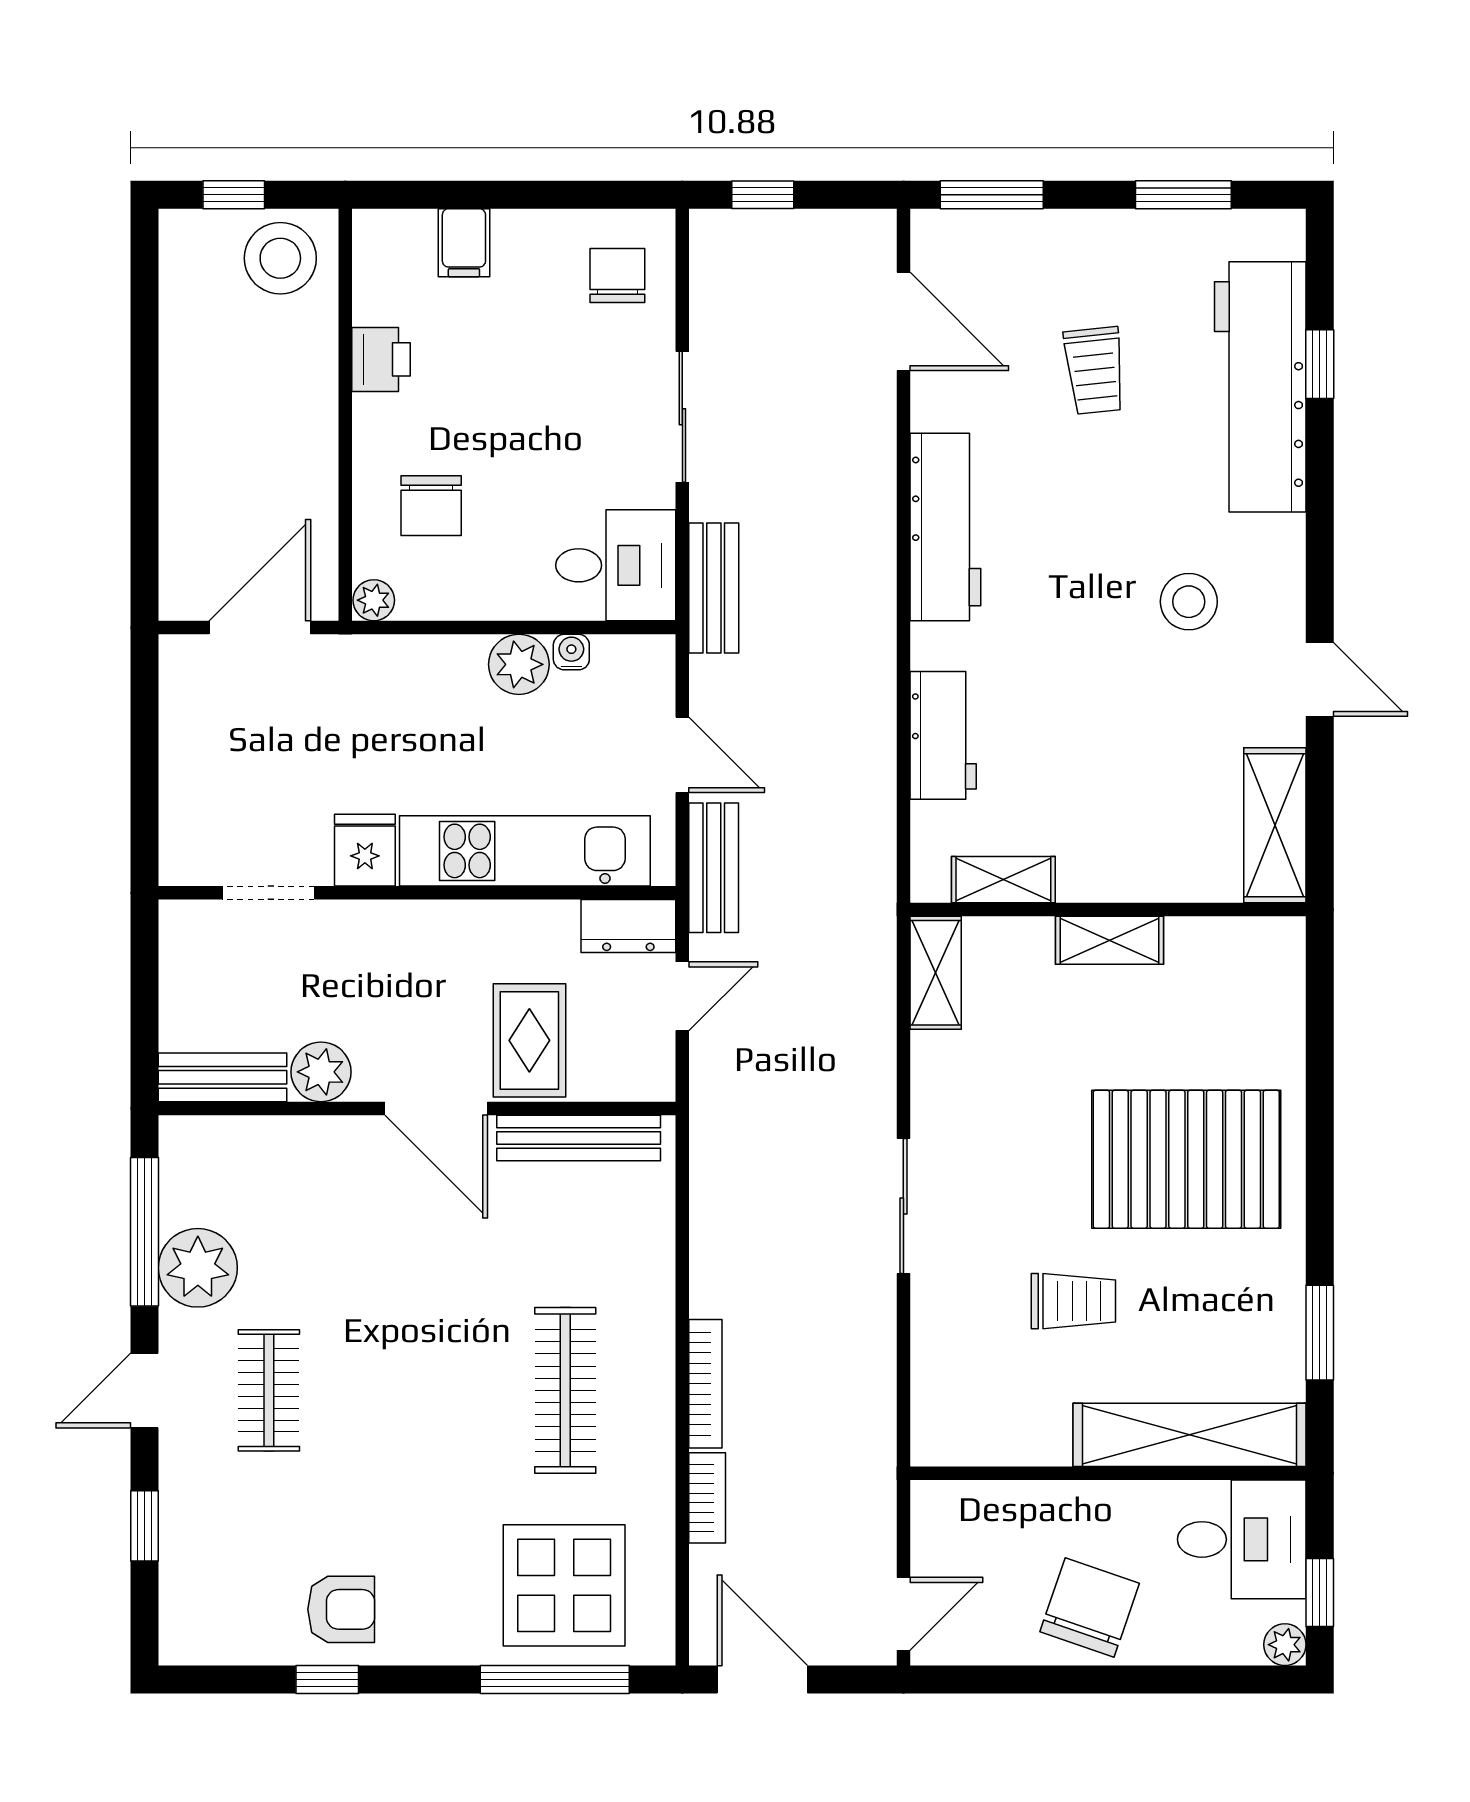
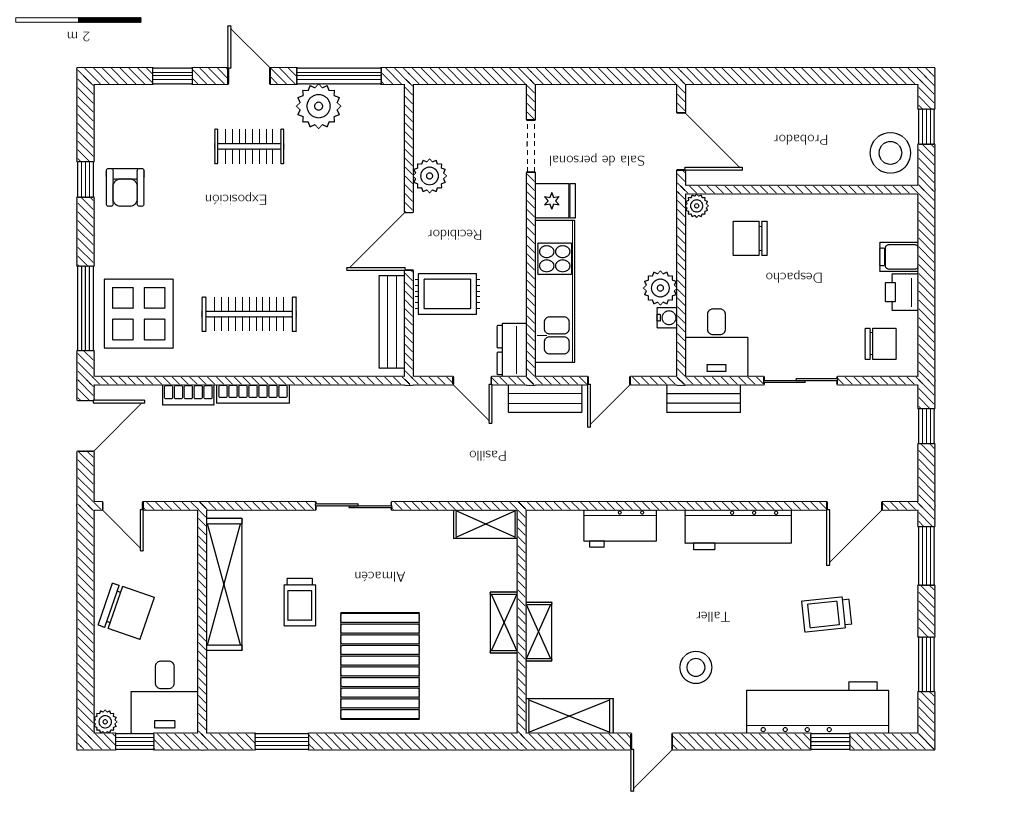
printer: (381, 359) -> (902, 292), moved, turned 90
shelving: (1003, 880) -> (538, 632), moved
bench: (222, 1077) -> (426, 120), removed
shelving: (1189, 1435) -> (224, 584), moved

